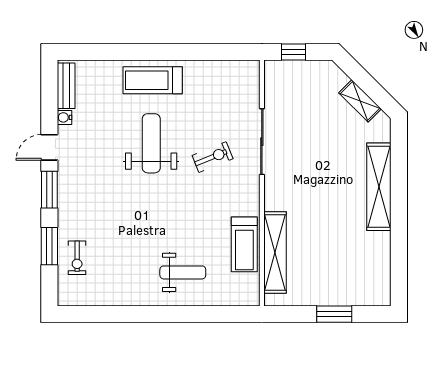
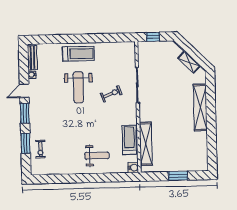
treadmill: (153, 80) -> (78, 54), turned 180
weight bench: (151, 143) -> (78, 87), turned 180
treadmill: (244, 244) -> (129, 140), turned 180
water cooler: (250, 297) -> (133, 168), added

